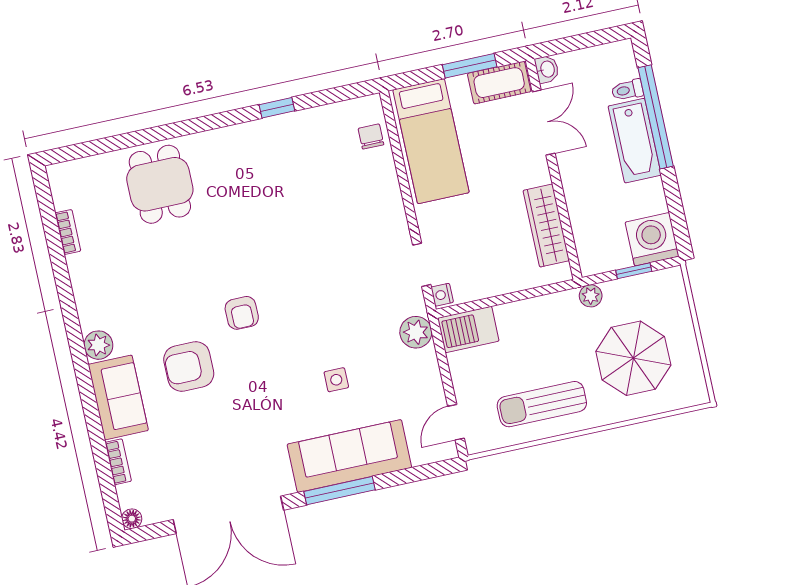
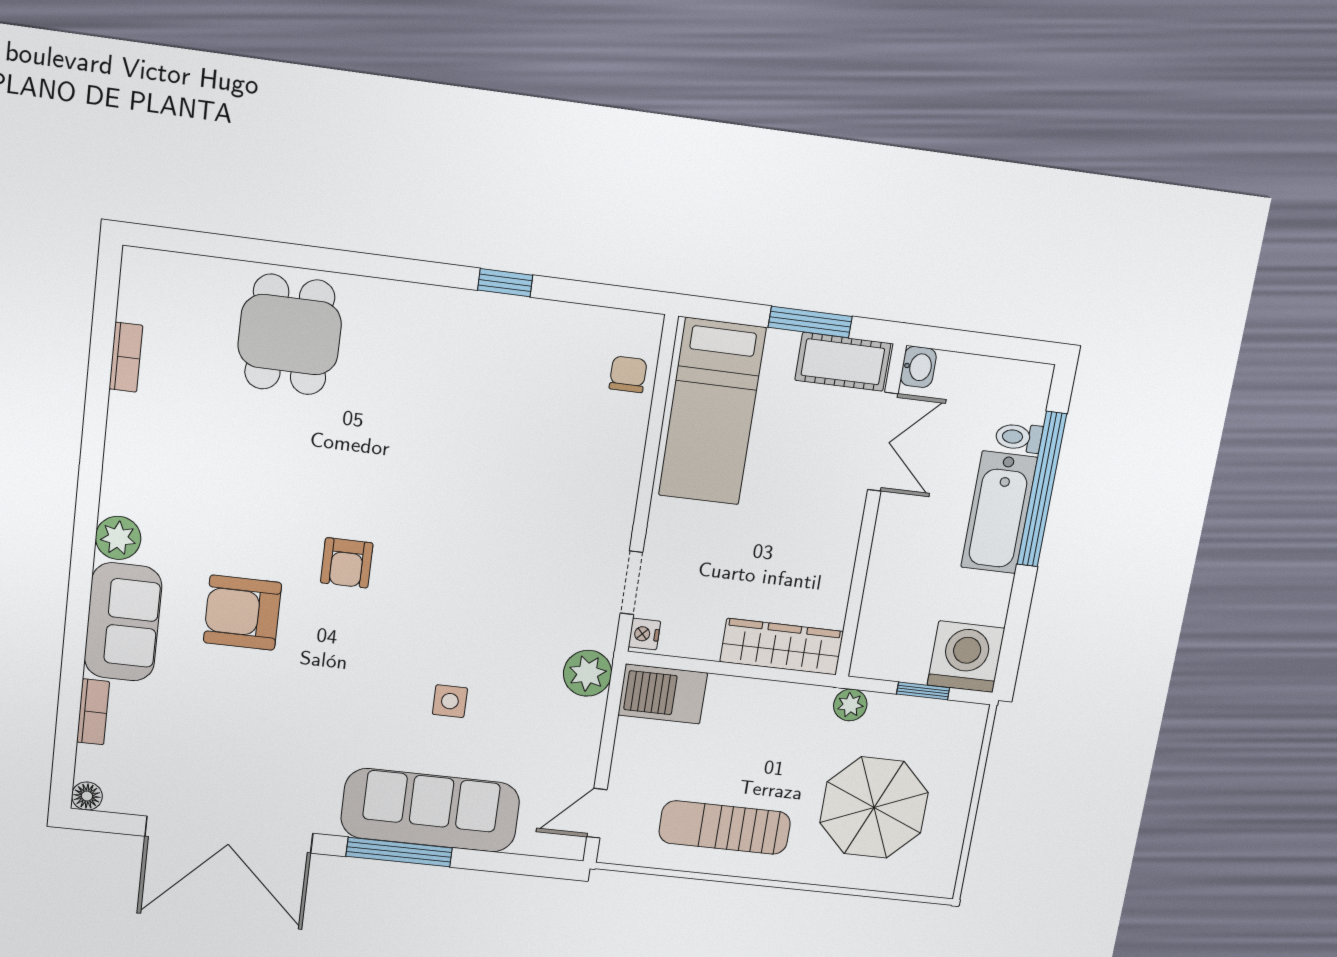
wardrobe: (546, 226) -> (782, 647), moved, turned 90

